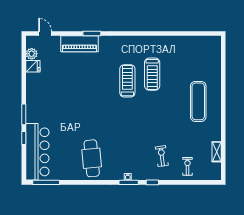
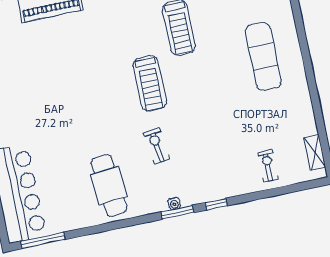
treadmill: (127, 81) -> (150, 83), moved, turned 180
shelving: (217, 152) -> (315, 152), moved
exercise bike: (162, 156) -> (157, 146), moved

